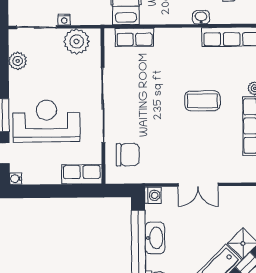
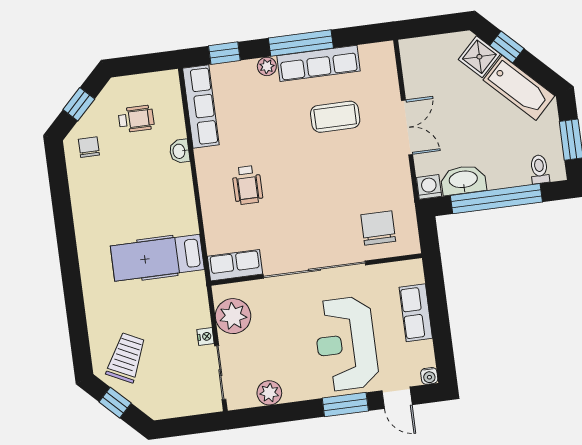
row of seats: (134, 37) -> (235, 265), moved, turned -90
wheelchair: (170, 64) -> (247, 185), added
coffee table: (202, 101) -> (335, 117), moved, turned 90
row of seats: (82, 174) -> (416, 313), moved
washbasin: (155, 238) -> (463, 180), moved

